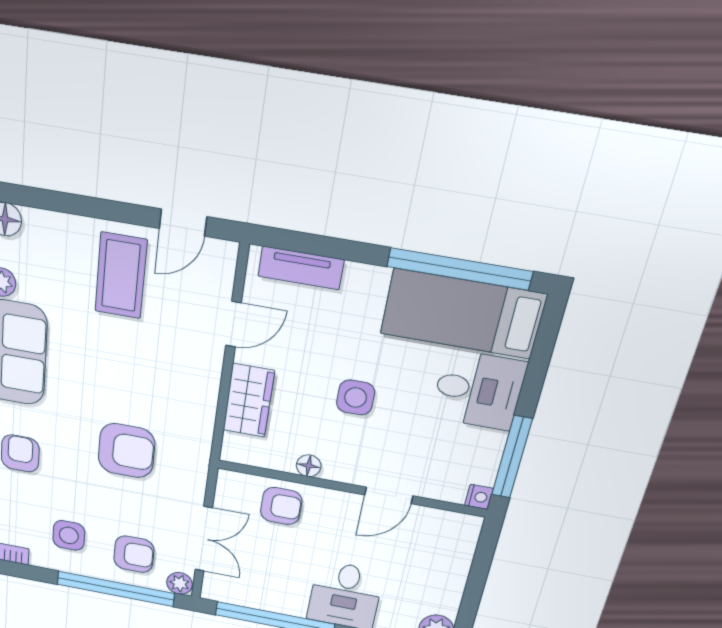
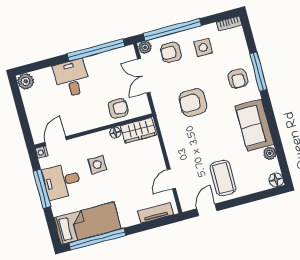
desk: (478, 390) -> (62, 181), moved
side table: (356, 397) -> (97, 165), moved
wardrobe: (249, 401) -> (138, 130), moved, turned -90
window: (512, 457) -> (42, 189), moved
door: (389, 495) -> (56, 141), moved
armchair: (281, 506) -> (118, 108), turned 180

